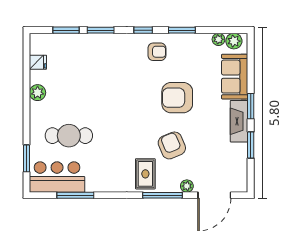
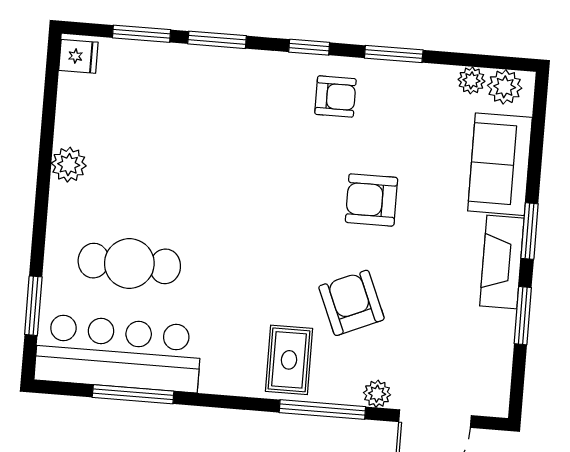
fridge: (38, 62) -> (78, 56), moved
armchair: (177, 98) -> (371, 200), width x0.73, depth x0.73
bar counter: (57, 177) -> (118, 353), width x1.36

